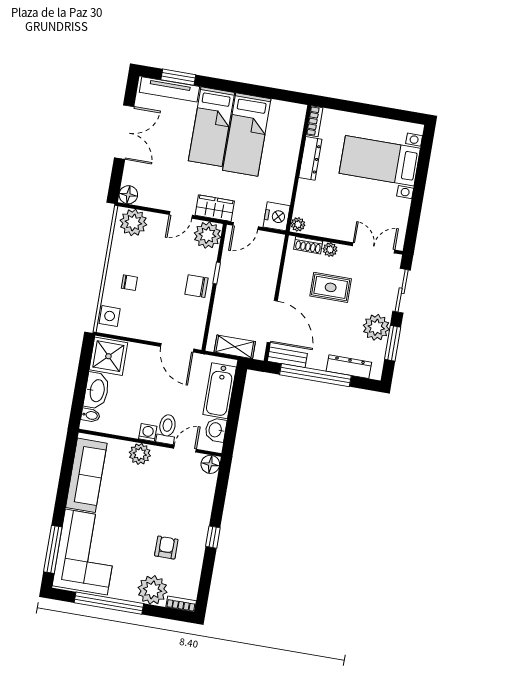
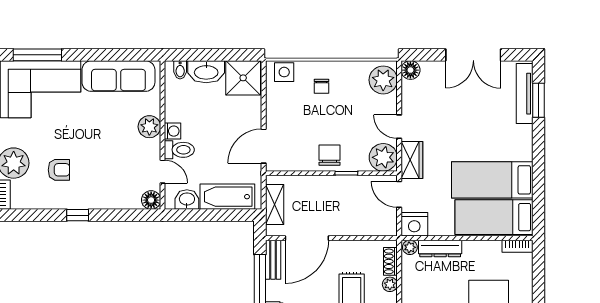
bed: (211, 127) -> (494, 217), moved
dresser: (310, 158) -> (440, 248), moved

